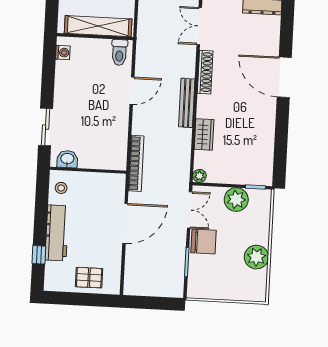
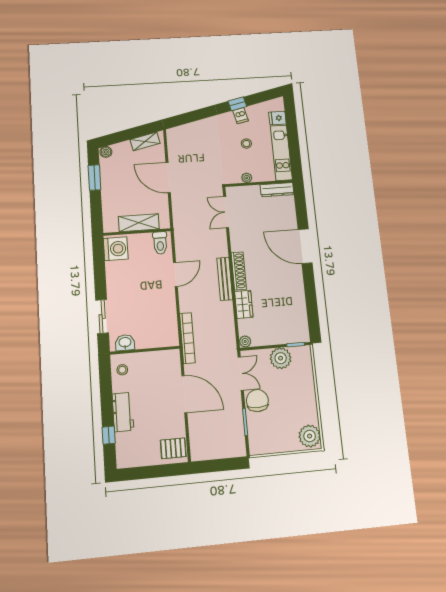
shelving: (98, 26) -> (139, 223), width x0.68
washing machine: (63, 53) -> (116, 249), width x1.89, depth x1.89
shoe rack: (205, 72) -> (239, 271), moved
door: (125, 223) -> (184, 394), hinge flipped
workbench: (57, 233) -> (123, 412), width x0.73
chair: (204, 242) -> (257, 401), turned -90
plant: (256, 257) -> (310, 436), moved
pallet: (89, 278) -> (173, 448), moved

